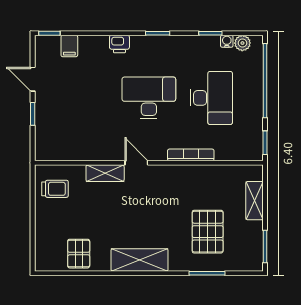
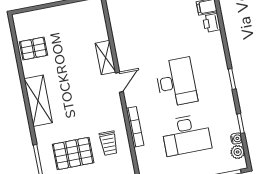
printer: (119, 44) -> (212, 23), moved
trolley: (55, 189) -> (109, 143), moved

